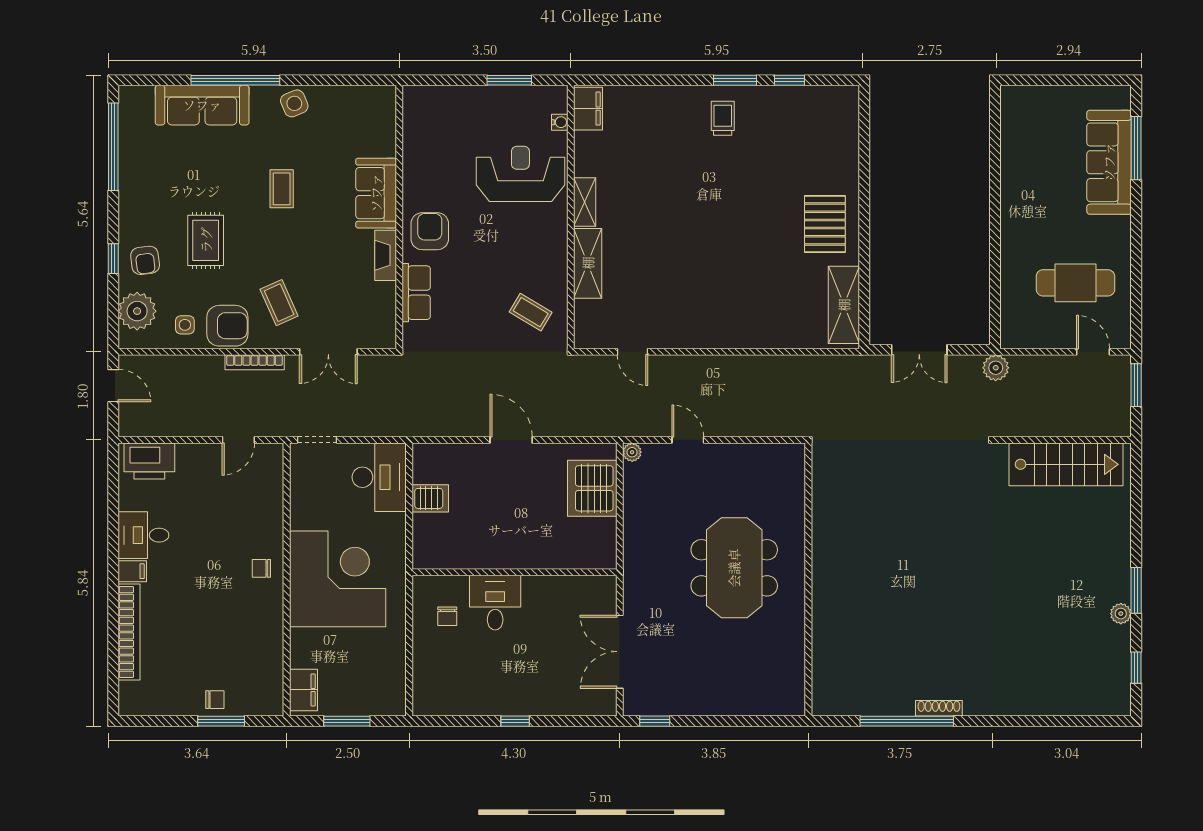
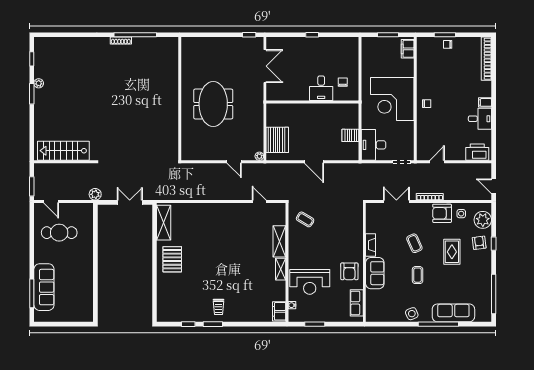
armchair: (430, 231) -> (349, 271), moved
row of seats: (416, 293) -> (357, 303), moved
coffee table: (279, 303) -> (414, 243), moved
bookcase: (129, 632) -> (486, 59), moved

